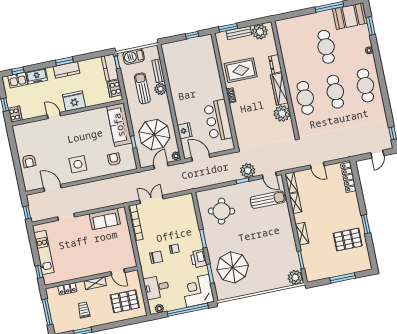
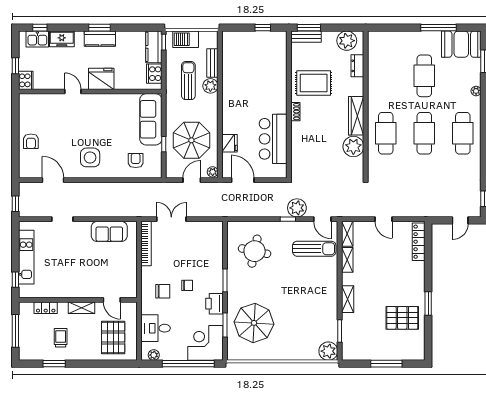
bench: (239, 33) -> (306, 37), moved
dresser: (275, 64) -> (357, 66), moved
pallet: (125, 301) -> (113, 337), turned 90

